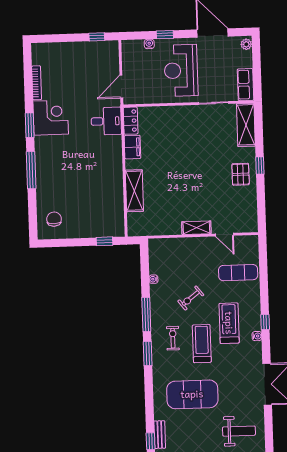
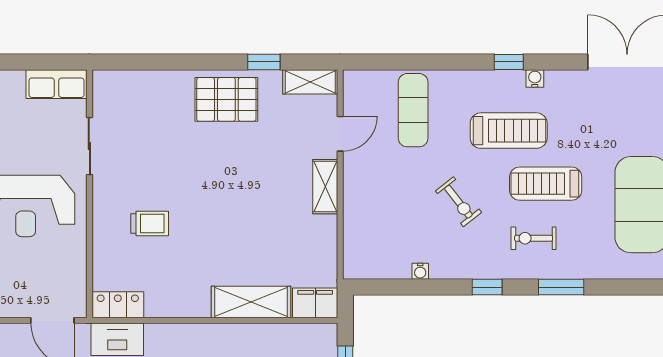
shelving: (246, 125) -> (310, 82), moved, width x0.67, depth x0.75
trolley: (174, 136) -> (150, 223), added
filing cabinet: (132, 147) -> (315, 303), moved
window: (260, 165) -> (264, 62), moved
pallet: (241, 174) -> (226, 99), width x1.50, depth x1.42
window: (146, 315) -> (487, 287), width x0.46
treadmill: (229, 323) -> (509, 131), turned 180

